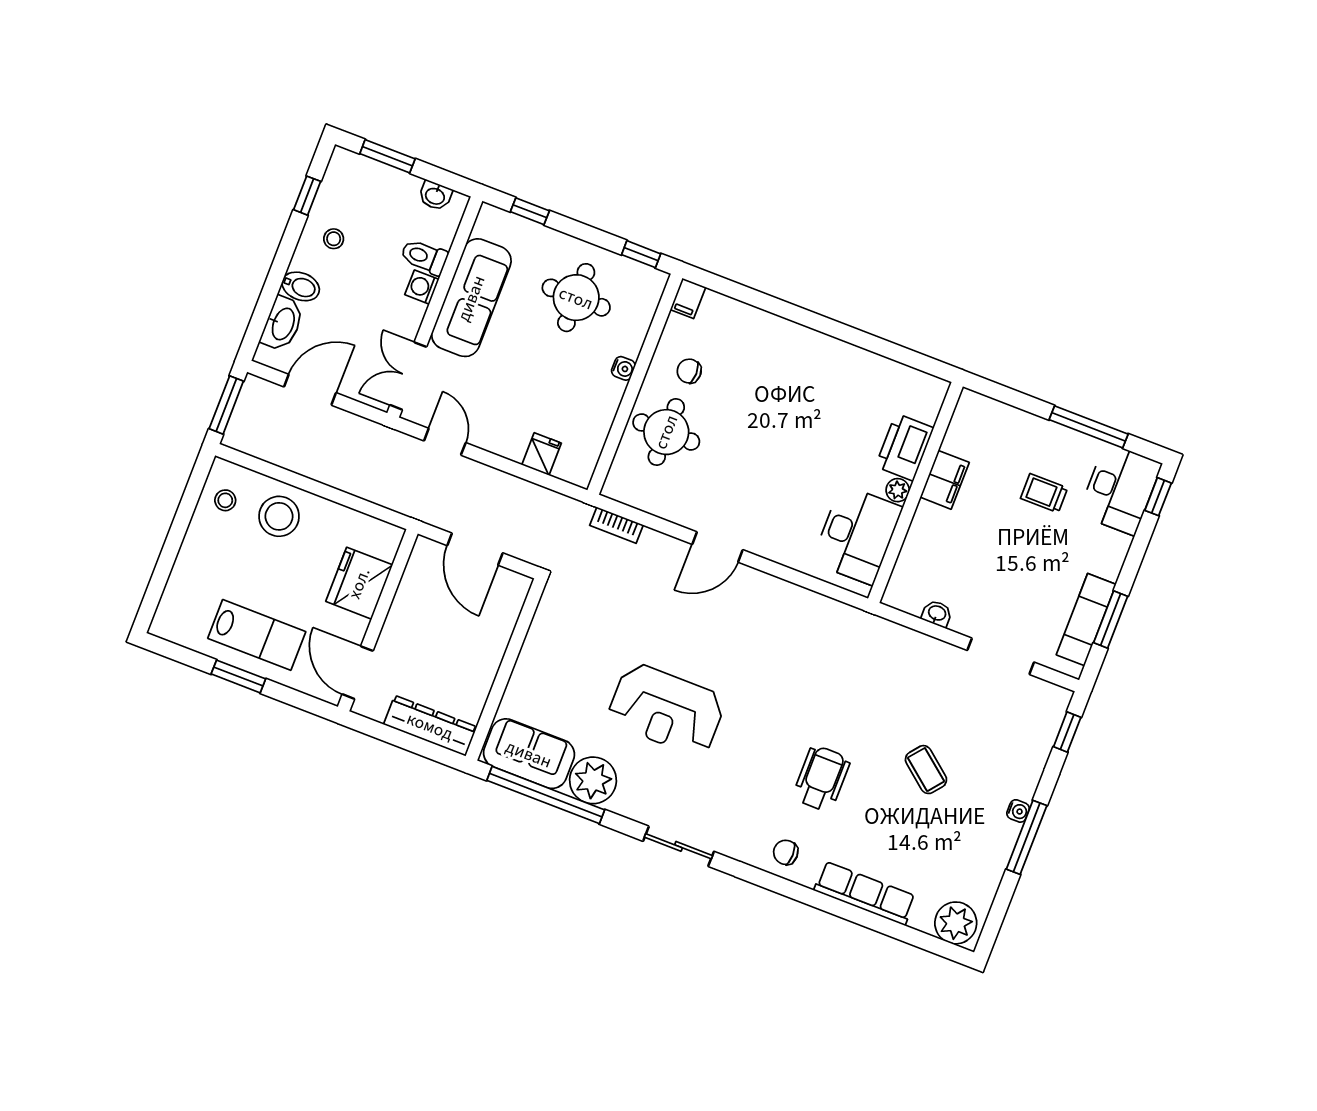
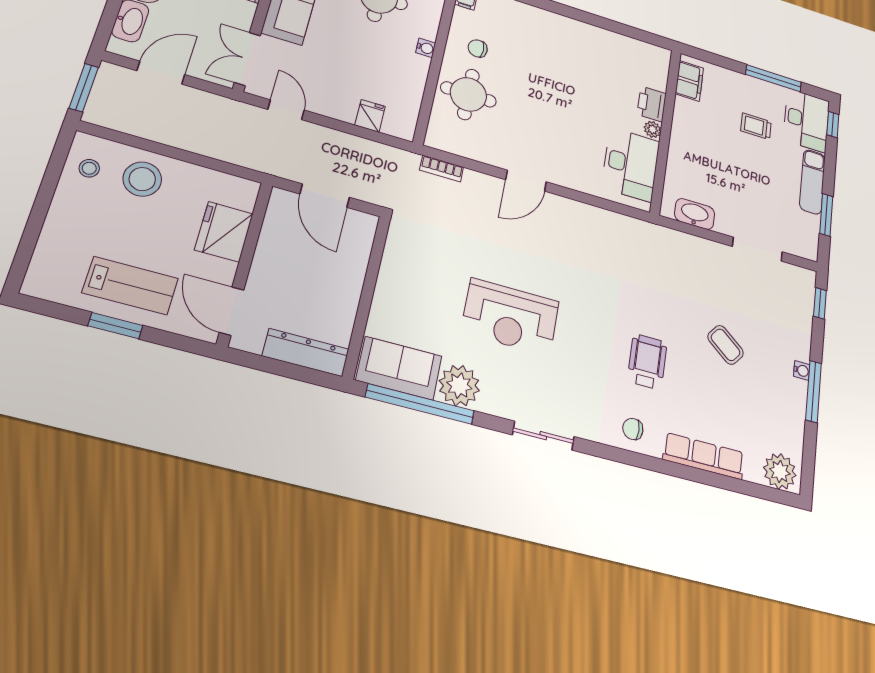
printer: (905, 447) -> (652, 104), width x0.73, depth x0.84
filing cabinet: (945, 480) -> (689, 81), moved
washbasin: (937, 614) -> (695, 214), width x1.91, depth x1.45
exam couch: (1086, 620) -> (812, 182), moved

